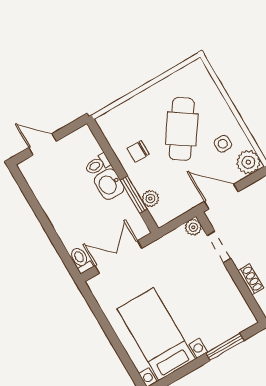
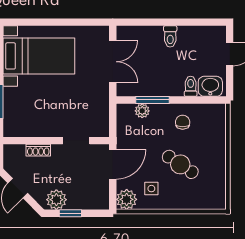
cafe table: (182, 129) -> (180, 164), width x0.73, depth x0.74
washbasin: (109, 184) -> (210, 86), moved
plant: (193, 227) -> (102, 130), removed
toilet: (81, 260) -> (170, 36), moved, turned 90

